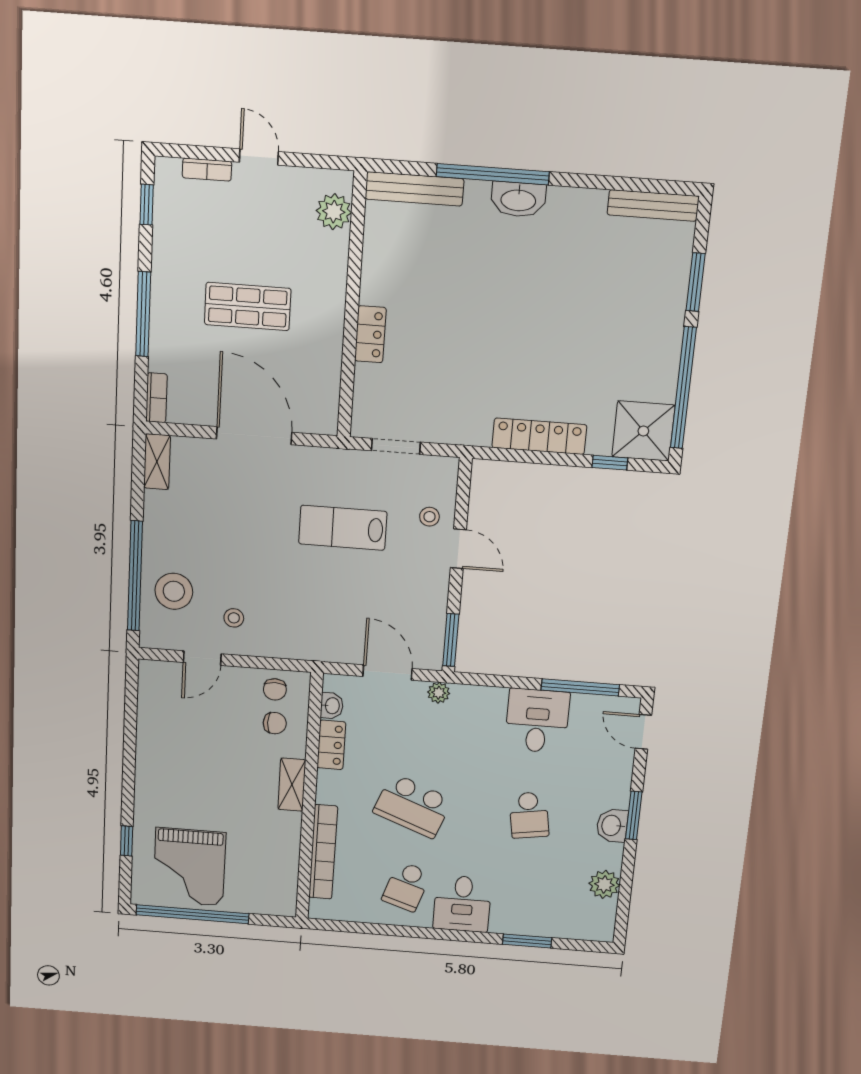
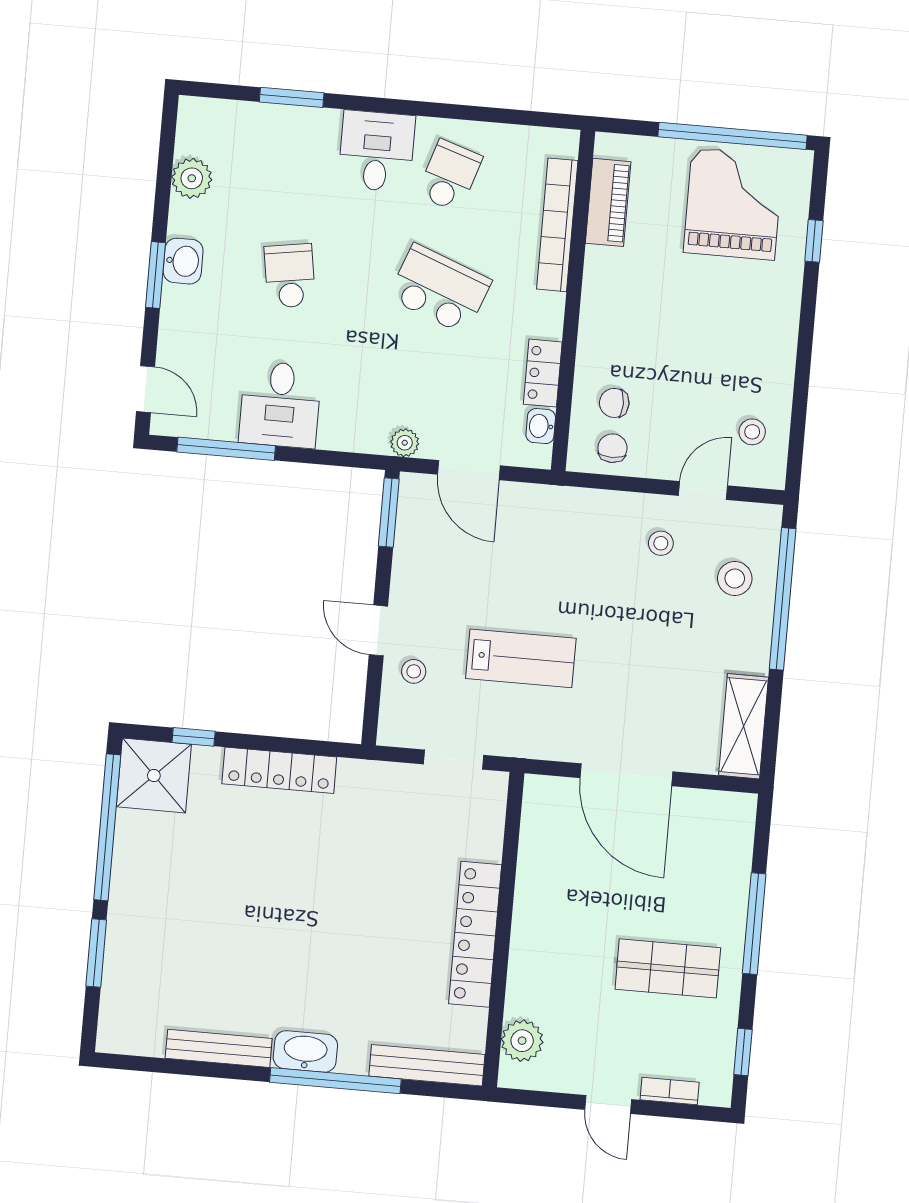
bench: (653, 205) -> (219, 1048), moved
shop shelf: (248, 306) -> (668, 968), moved
locker: (370, 334) -> (475, 934), width x2.16, depth x1.21
bookcase: (156, 398) -> (744, 823), removed
shelving: (157, 462) -> (744, 726), width x1.50, depth x1.33
stool: (174, 591) -> (735, 578), width x0.73, depth x0.73
stool: (166, 702) -> (752, 432), added
shelving: (292, 785) -> (595, 319), removed
piano: (285, 868) -> (608, 202), added

